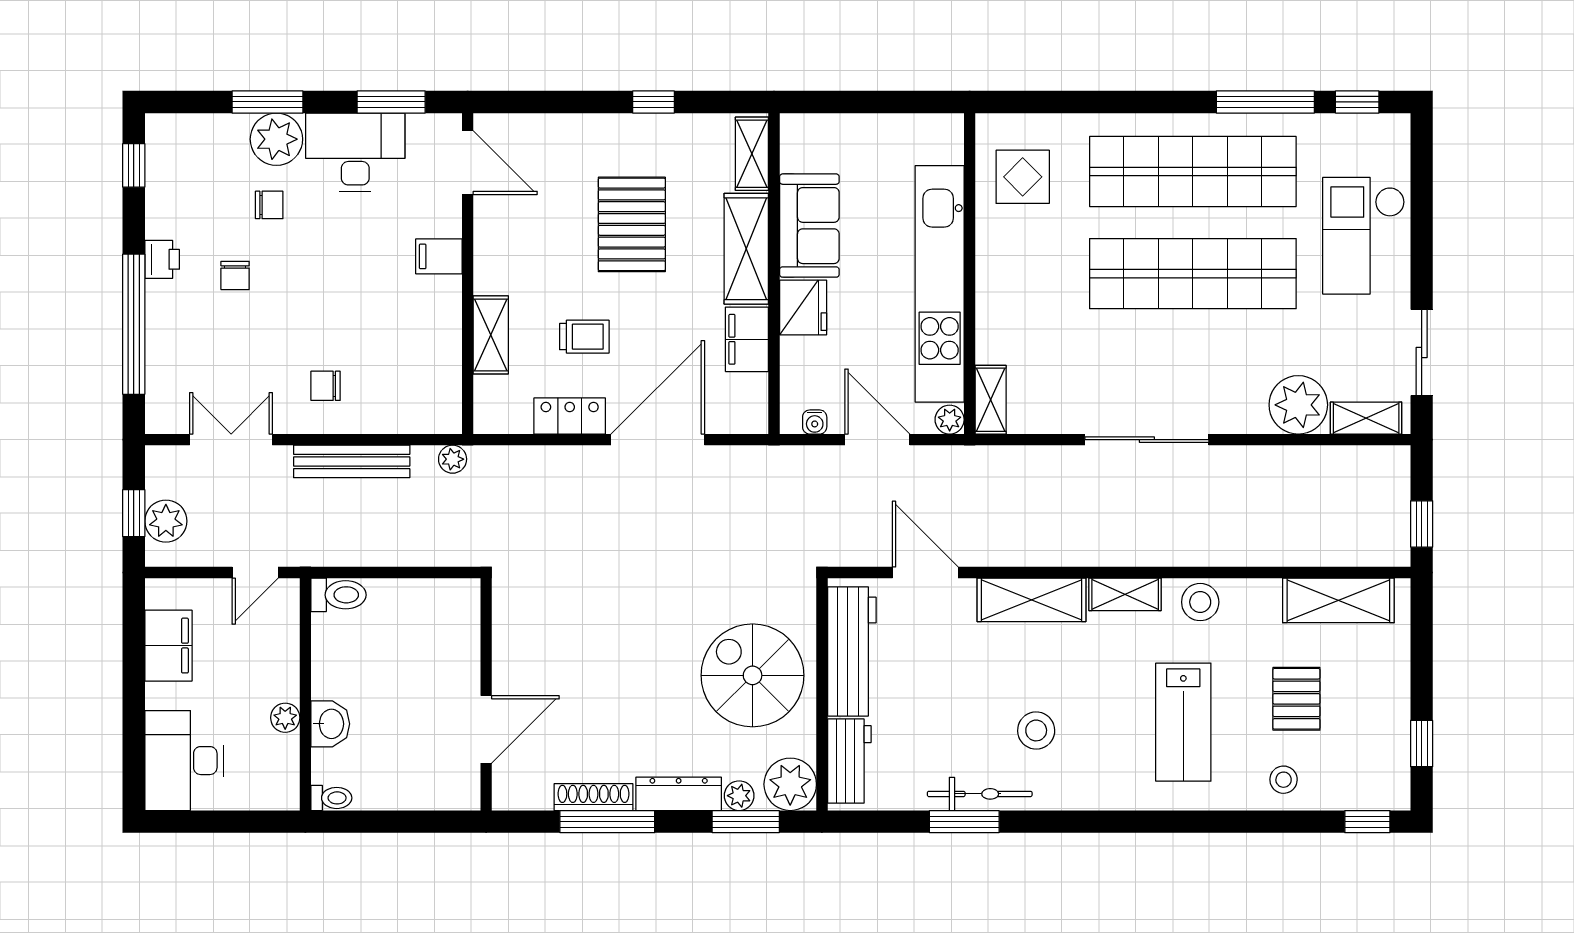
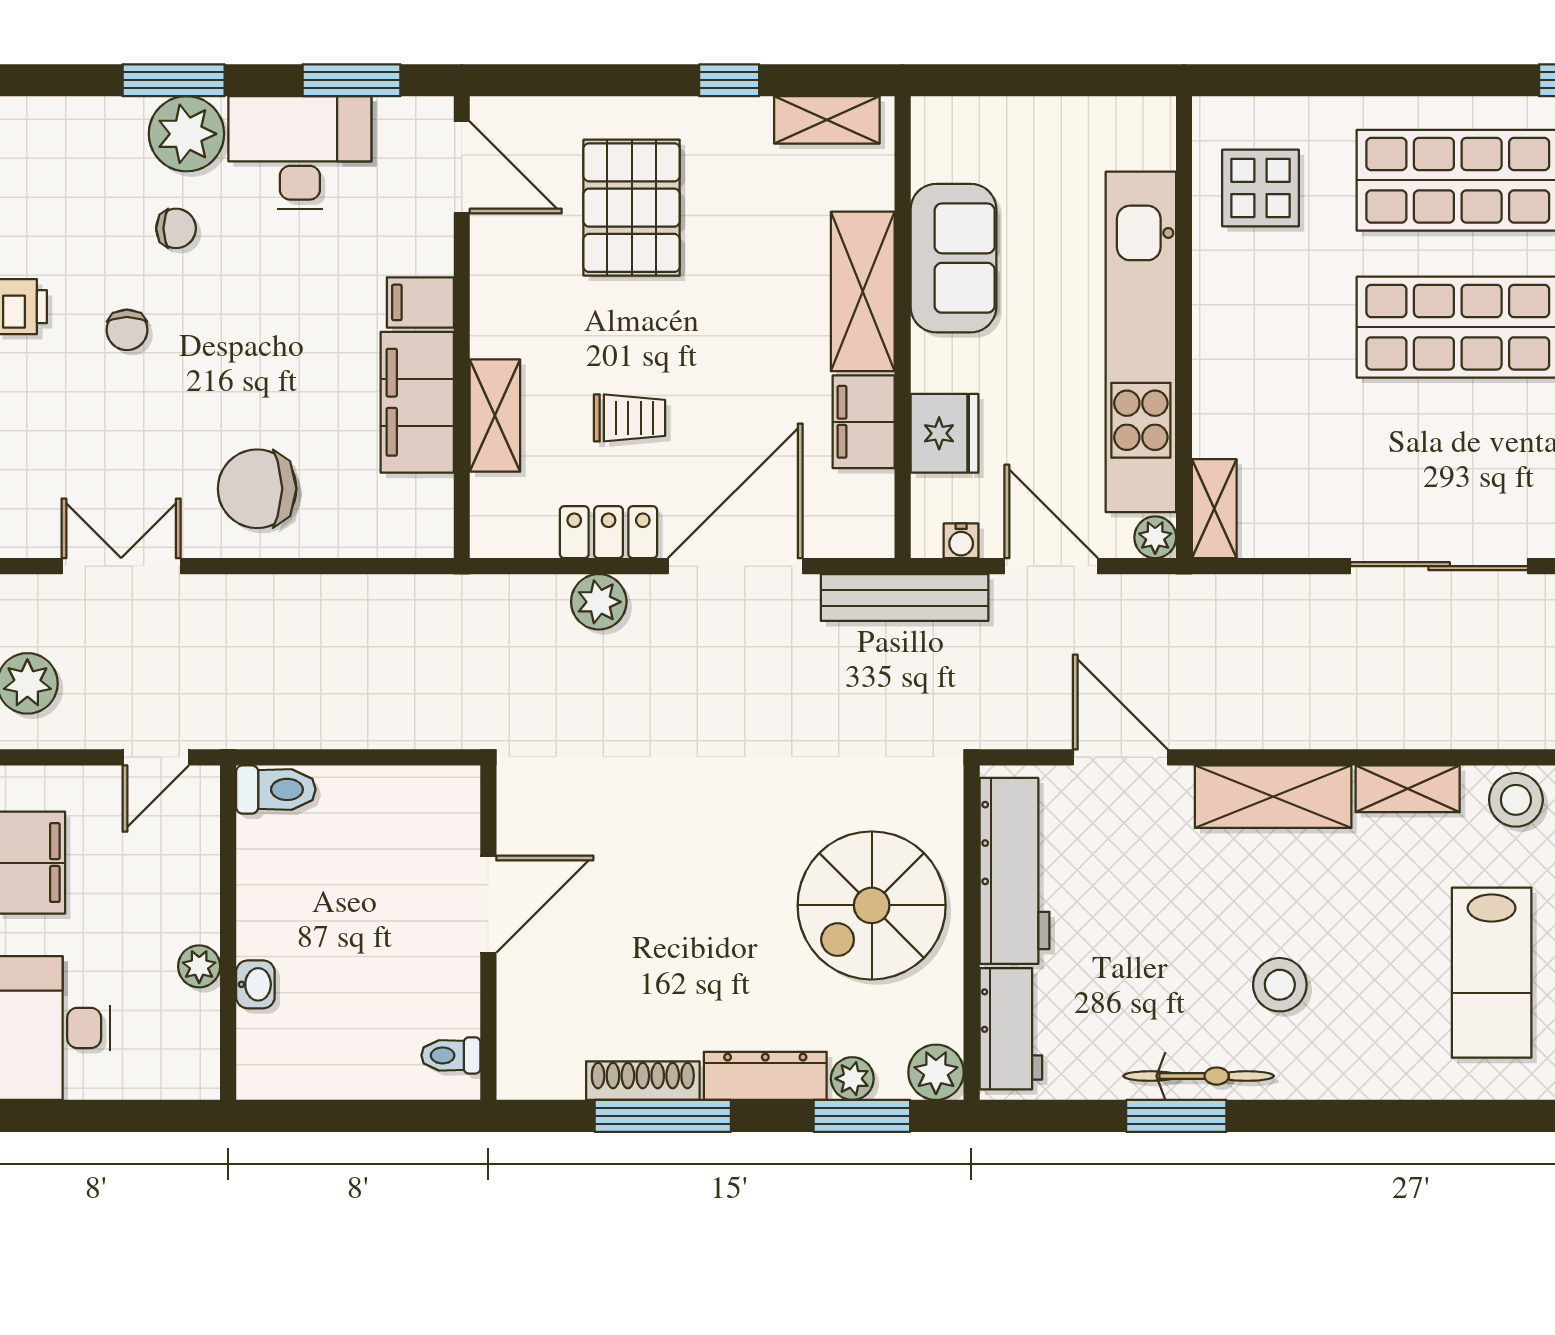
shelving: (752, 154) -> (827, 120), moved, turned 90
pallet: (632, 224) -> (632, 208), moved
fridge: (803, 307) -> (944, 433), moved
filing cabinet: (437, 326) -> (417, 402), added
chair: (326, 386) -> (257, 489), width x1.87, depth x1.87
plant: (453, 459) -> (599, 602), moved, width x1.38, depth x1.38
bench: (352, 461) -> (905, 598), moved
spiral stairs: (753, 675) -> (872, 905), turned -90
washbasin: (330, 724) -> (255, 984), width x0.72, depth x0.69
door: (486, 729) -> (488, 904), moved
plant: (790, 784) -> (936, 1072), width x0.73, depth x0.73
toilet: (331, 798) -> (451, 1055), moved, turned 180

